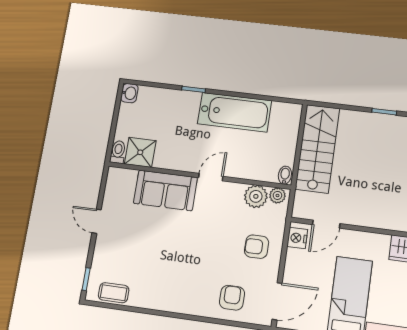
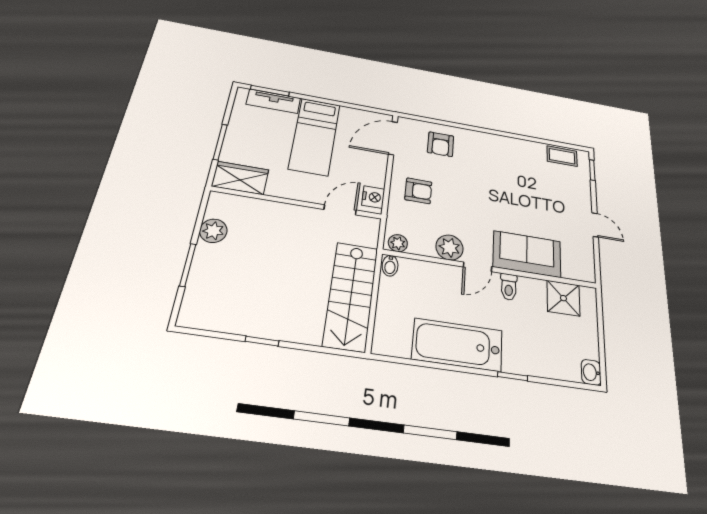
toilet: (118, 152) -> (509, 287), moved
plant: (256, 196) -> (449, 247), moved

